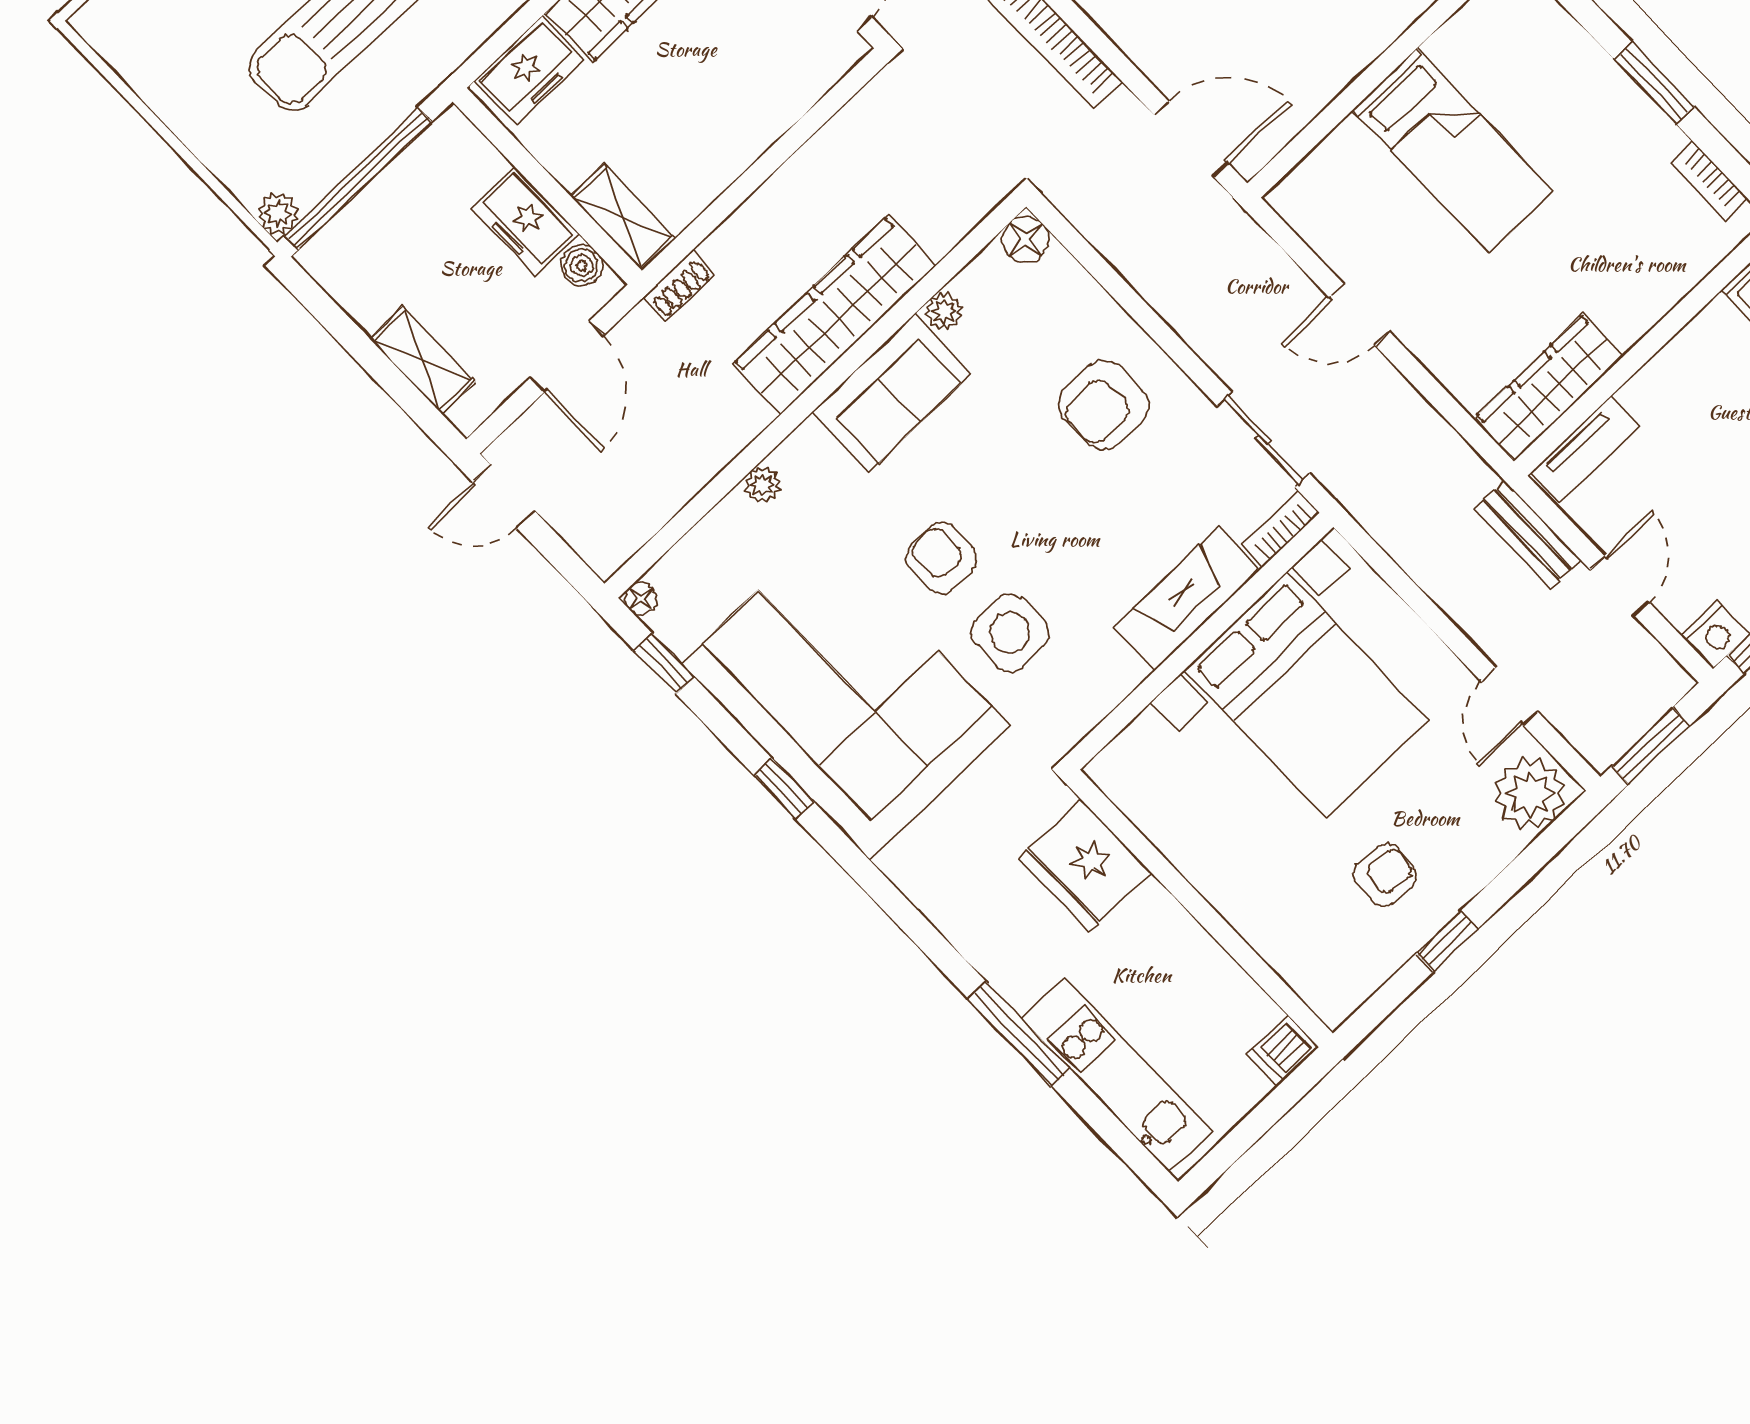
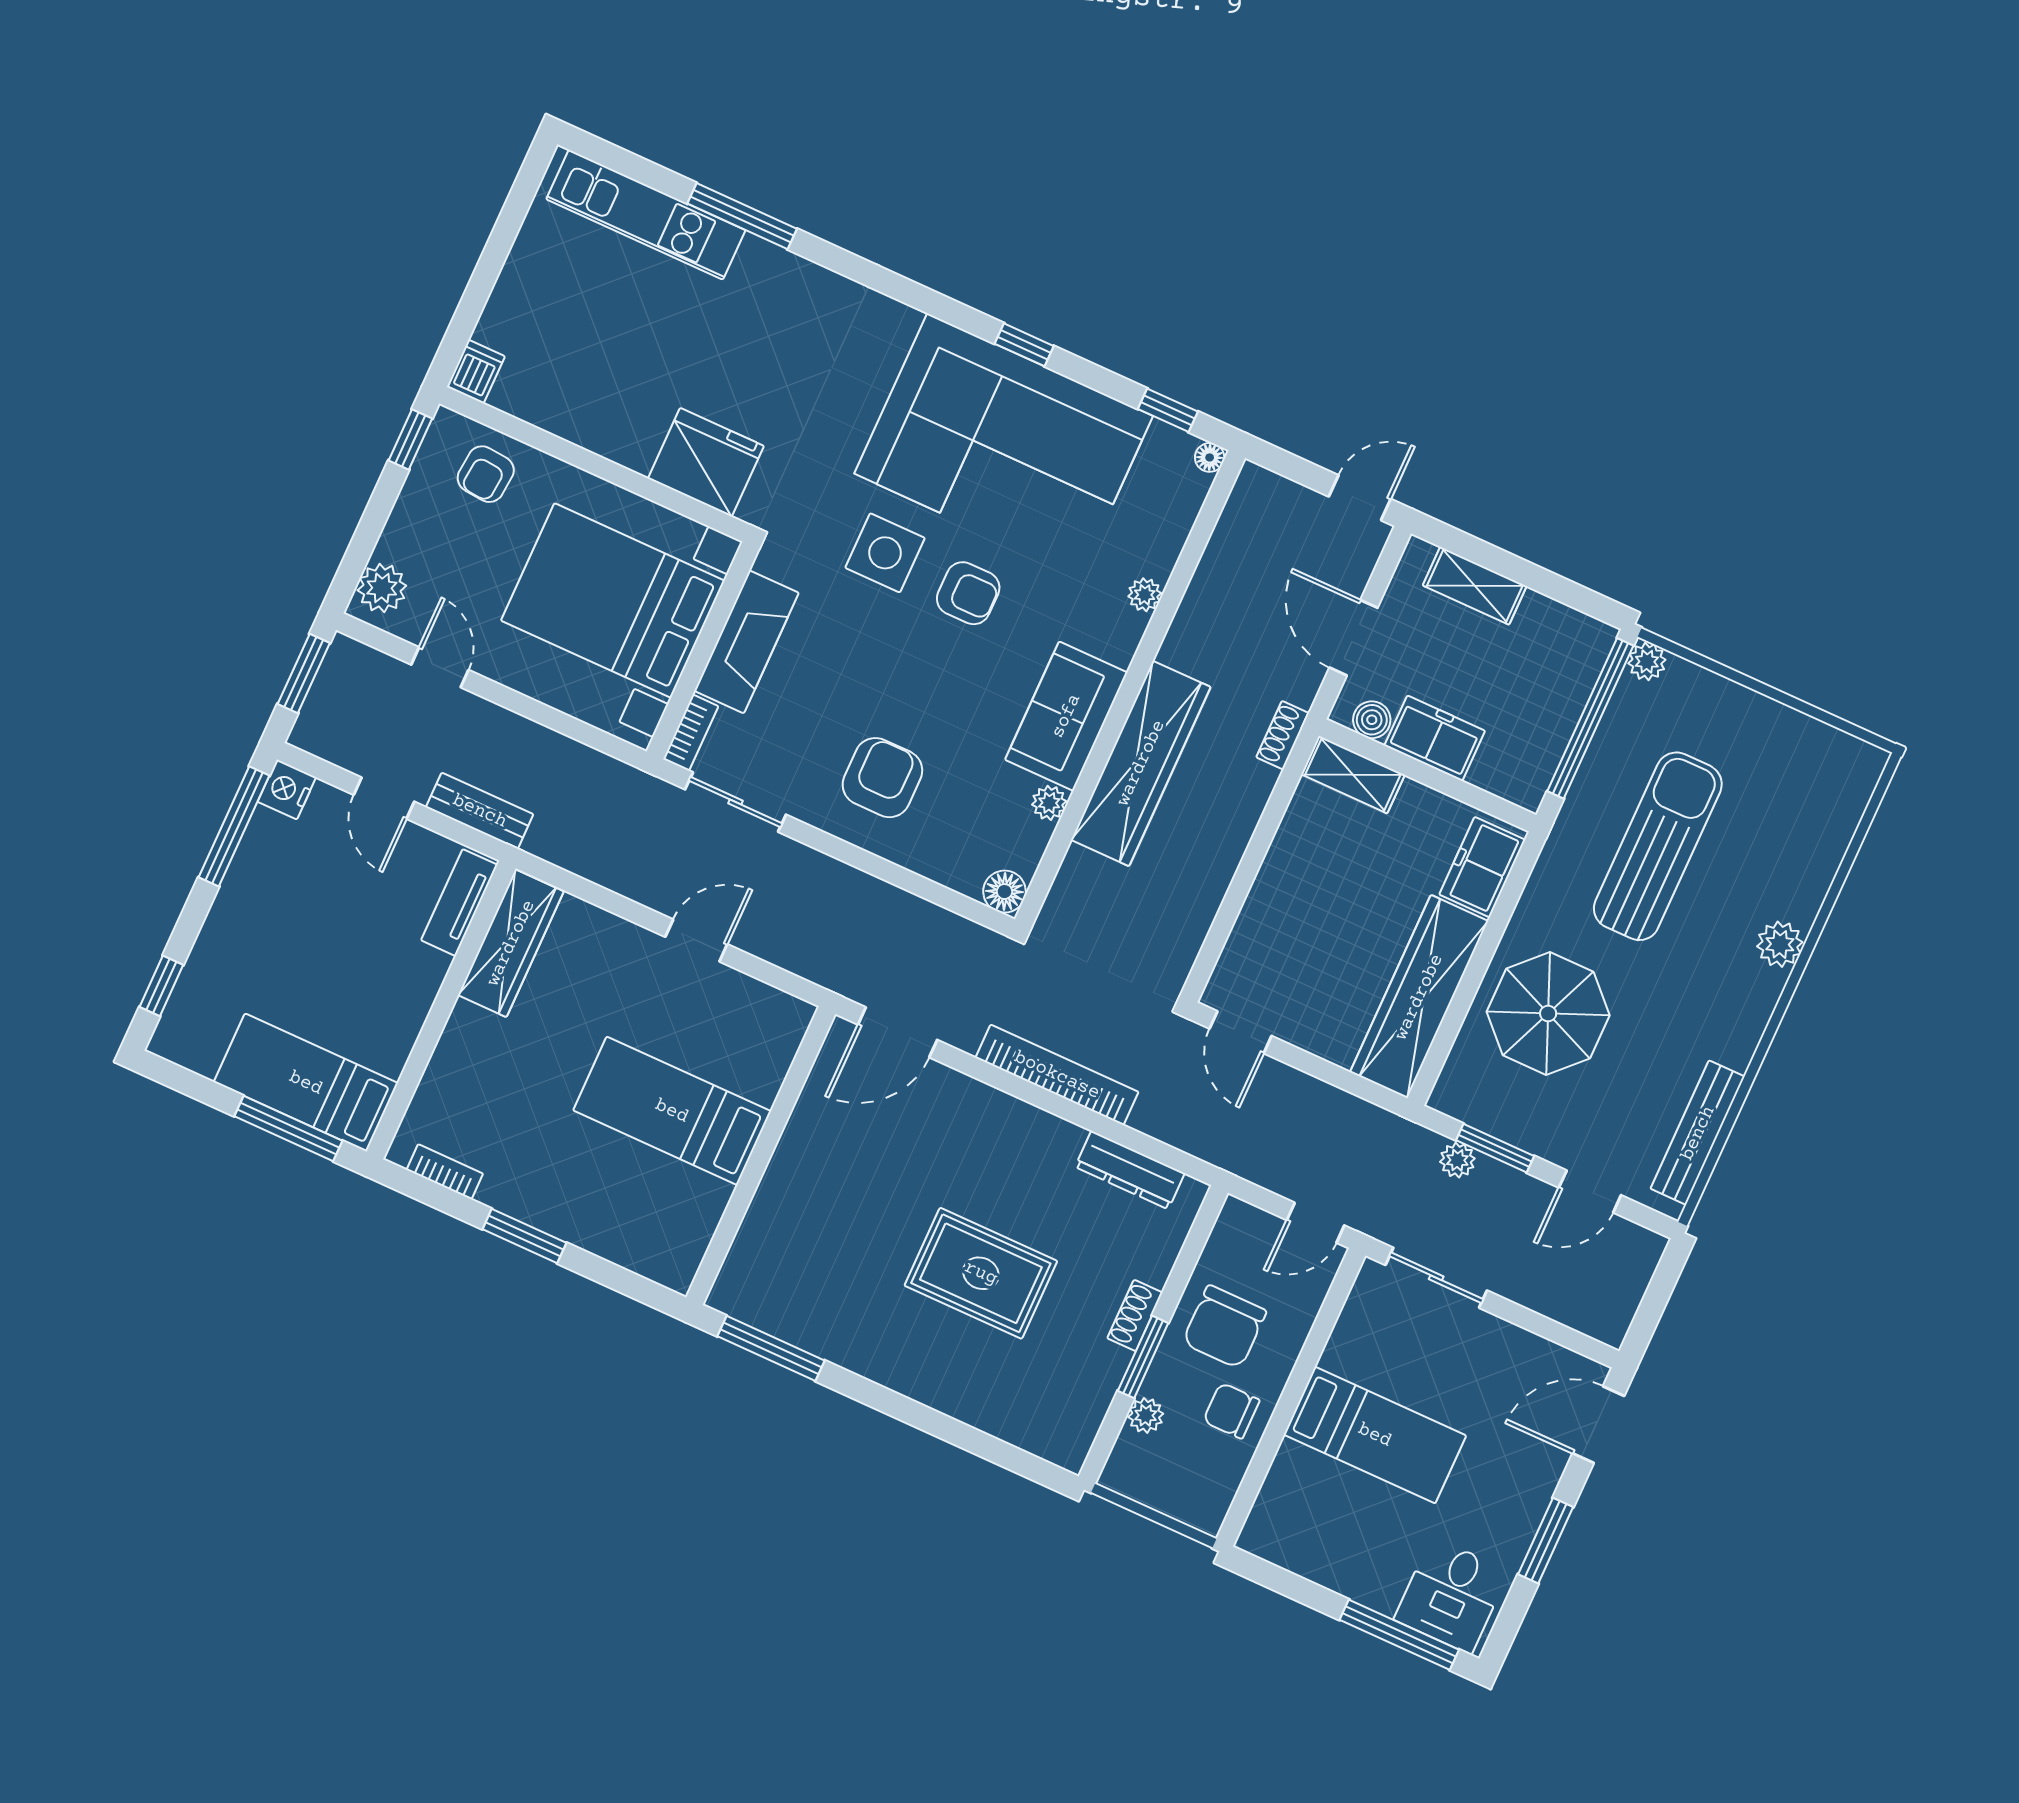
plant: (1530, 794) -> (382, 588), width x0.73, depth x0.73
fridge: (1085, 865) -> (706, 462), moved
wall: (1199, 908) -> (595, 464), moved
dishwasher: (1283, 1051) -> (476, 372), moved

